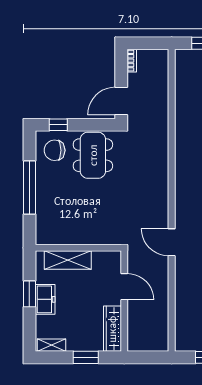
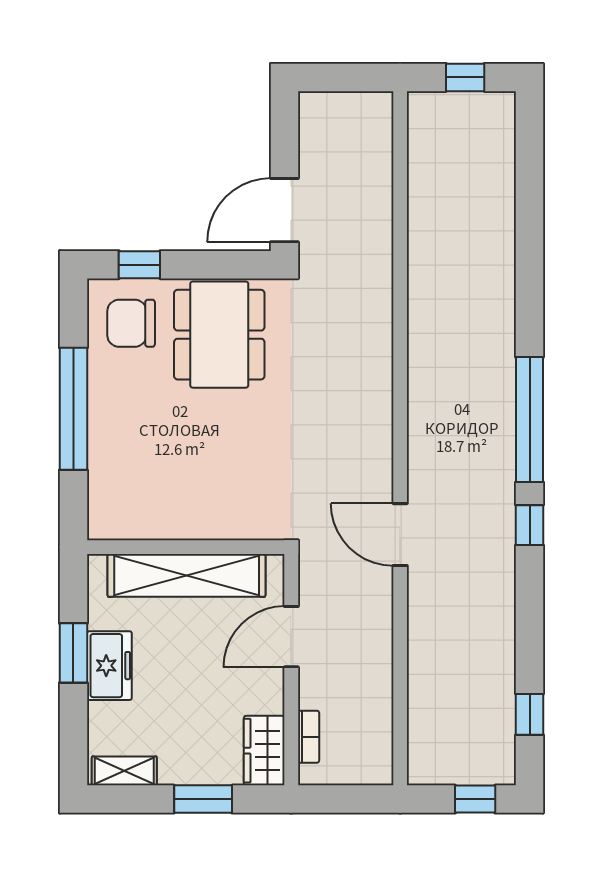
bookcase: (132, 61) -> (309, 737), moved
shelving: (68, 260) -> (187, 575), width x1.47
door: (124, 287) -> (291, 637), swing flipped
wardrobe: (112, 329) -> (264, 751), width x0.67

